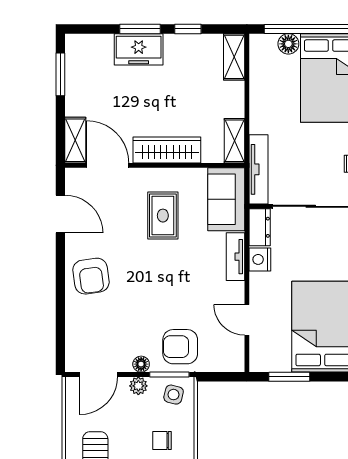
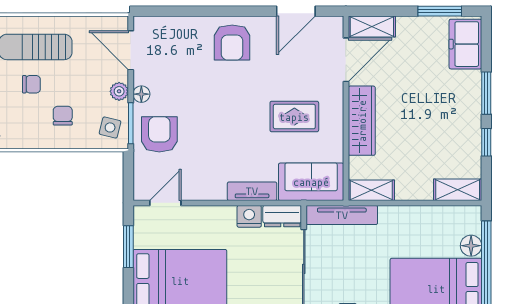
freezer: (139, 49) -> (465, 44), moved
armchair: (91, 276) -> (232, 43), turned -82
door: (247, 320) -> (165, 203), moved

